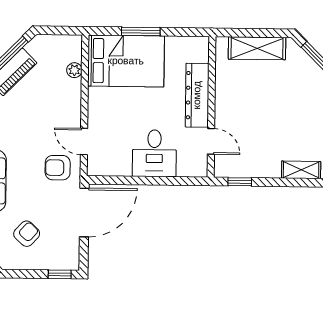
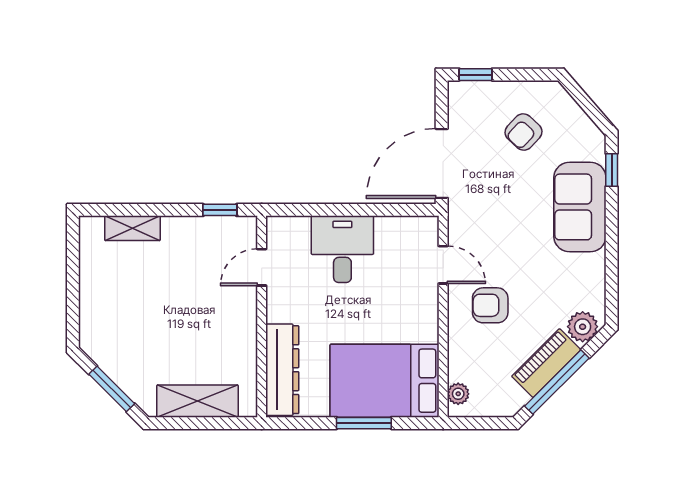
plant: (74, 70) -> (458, 394), moved
dresser: (197, 95) -> (282, 370), moved
door: (211, 141) -> (262, 267), hinge flipped
armchair: (58, 168) -> (490, 305), moved, turned 180

